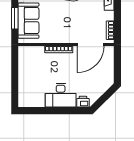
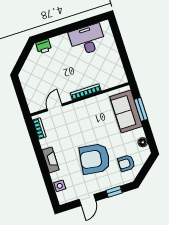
door: (91, 44) -> (55, 107), width x0.53
desk: (61, 95) -> (87, 40), moved

